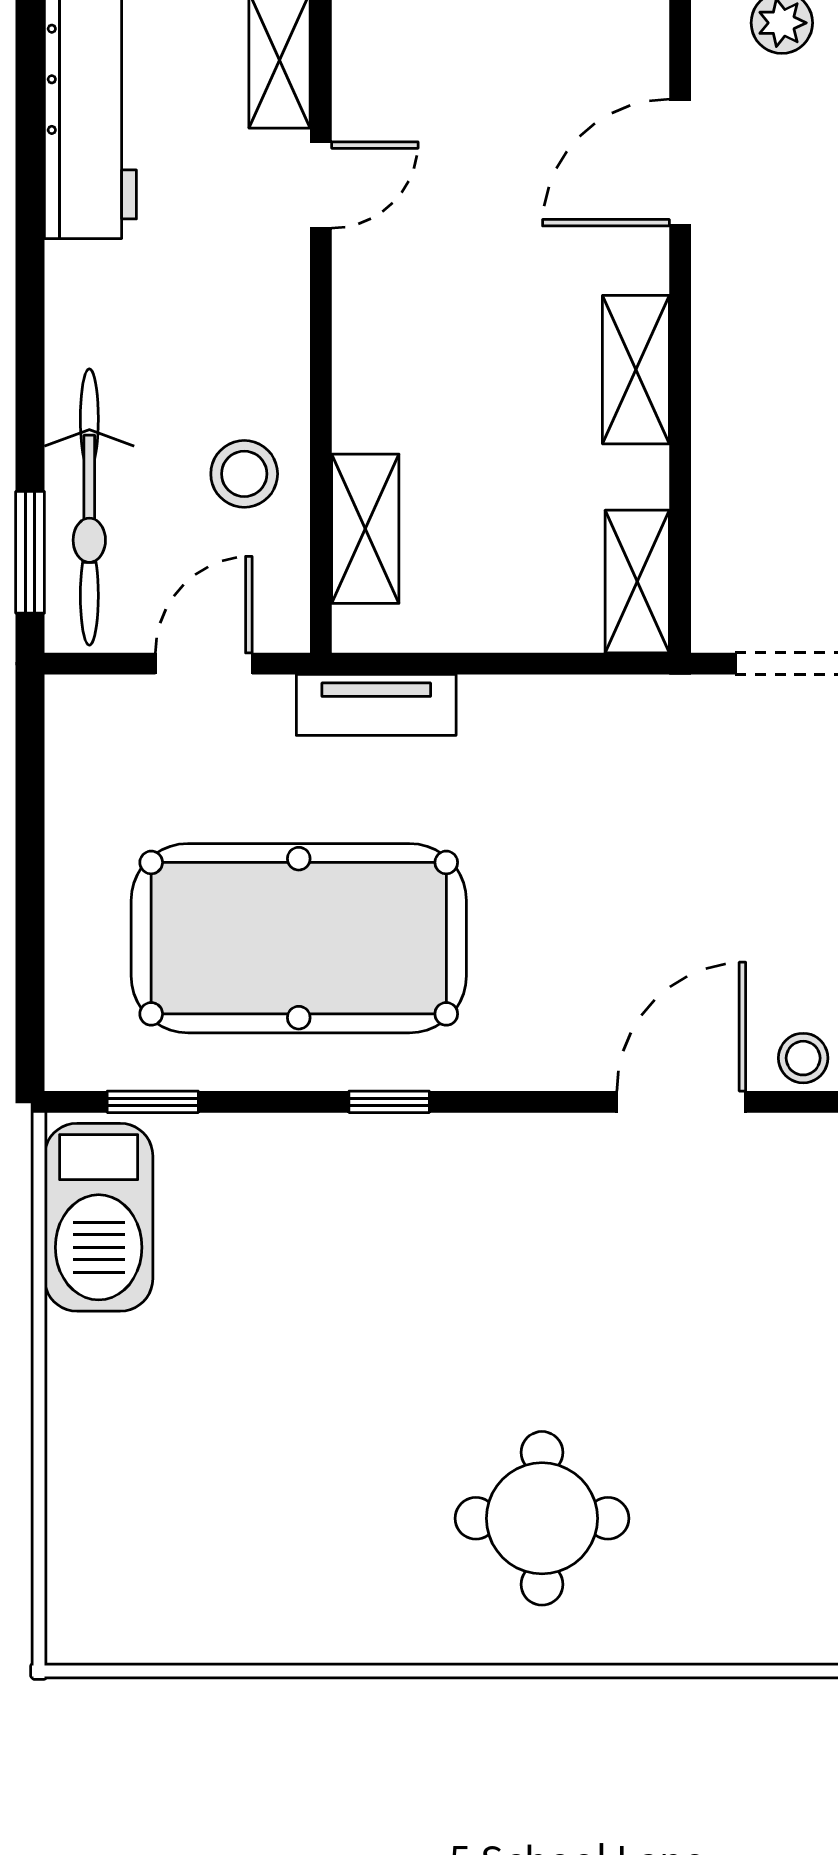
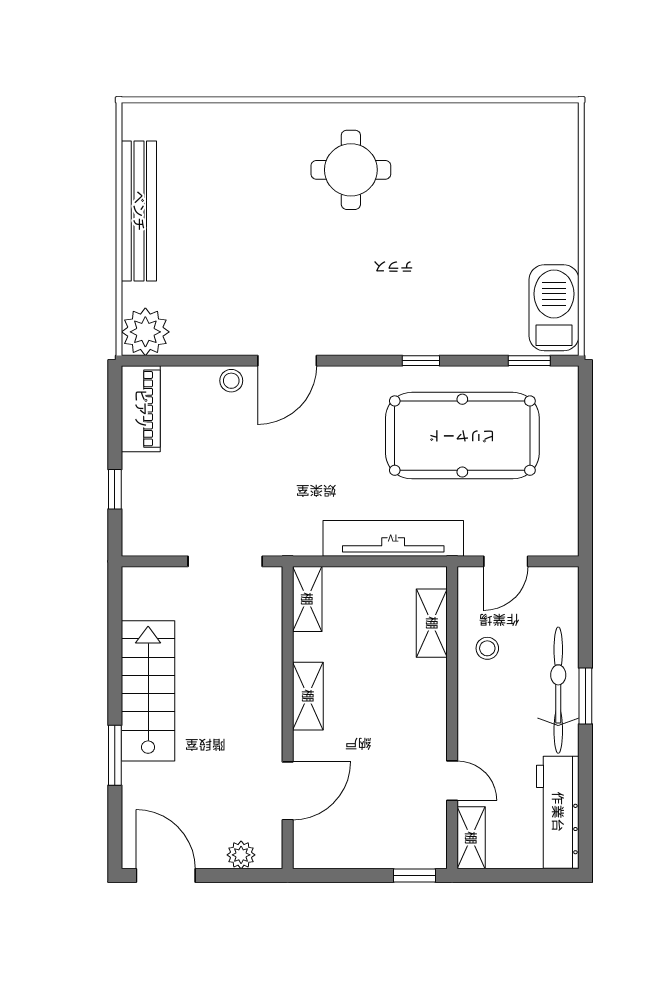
door: (321, 185) -> (452, 781), swing flipped
stool: (244, 474) -> (487, 648), width x0.73, depth x0.73
bicycle: (89, 507) -> (558, 690), moved
window: (30, 552) -> (585, 696), moved
tv unit: (376, 705) -> (393, 538), width x1.92, depth x1.29

